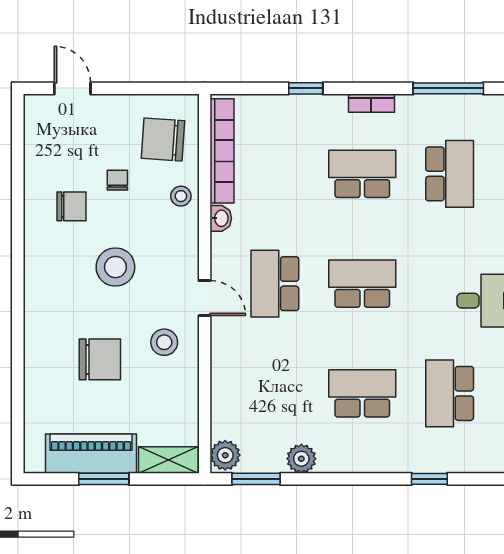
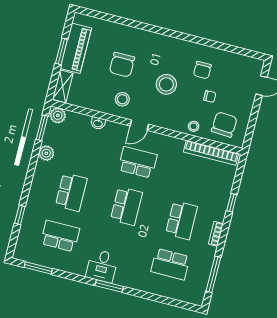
washbasin: (221, 218) -> (98, 123), moved

